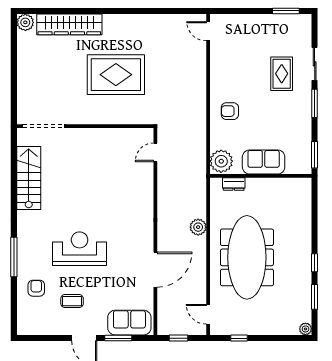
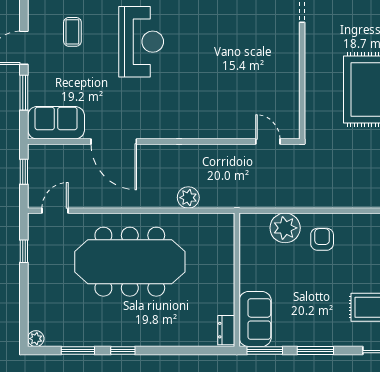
window: (315, 103) -> (315, 351), moved
plant: (221, 161) -> (285, 228), moved
sofa: (264, 162) -> (255, 319), moved
dresser: (234, 184) -> (226, 330), moved
plant: (198, 227) -> (188, 198), moved
sofa: (129, 323) -> (56, 123), moved, turned -90

